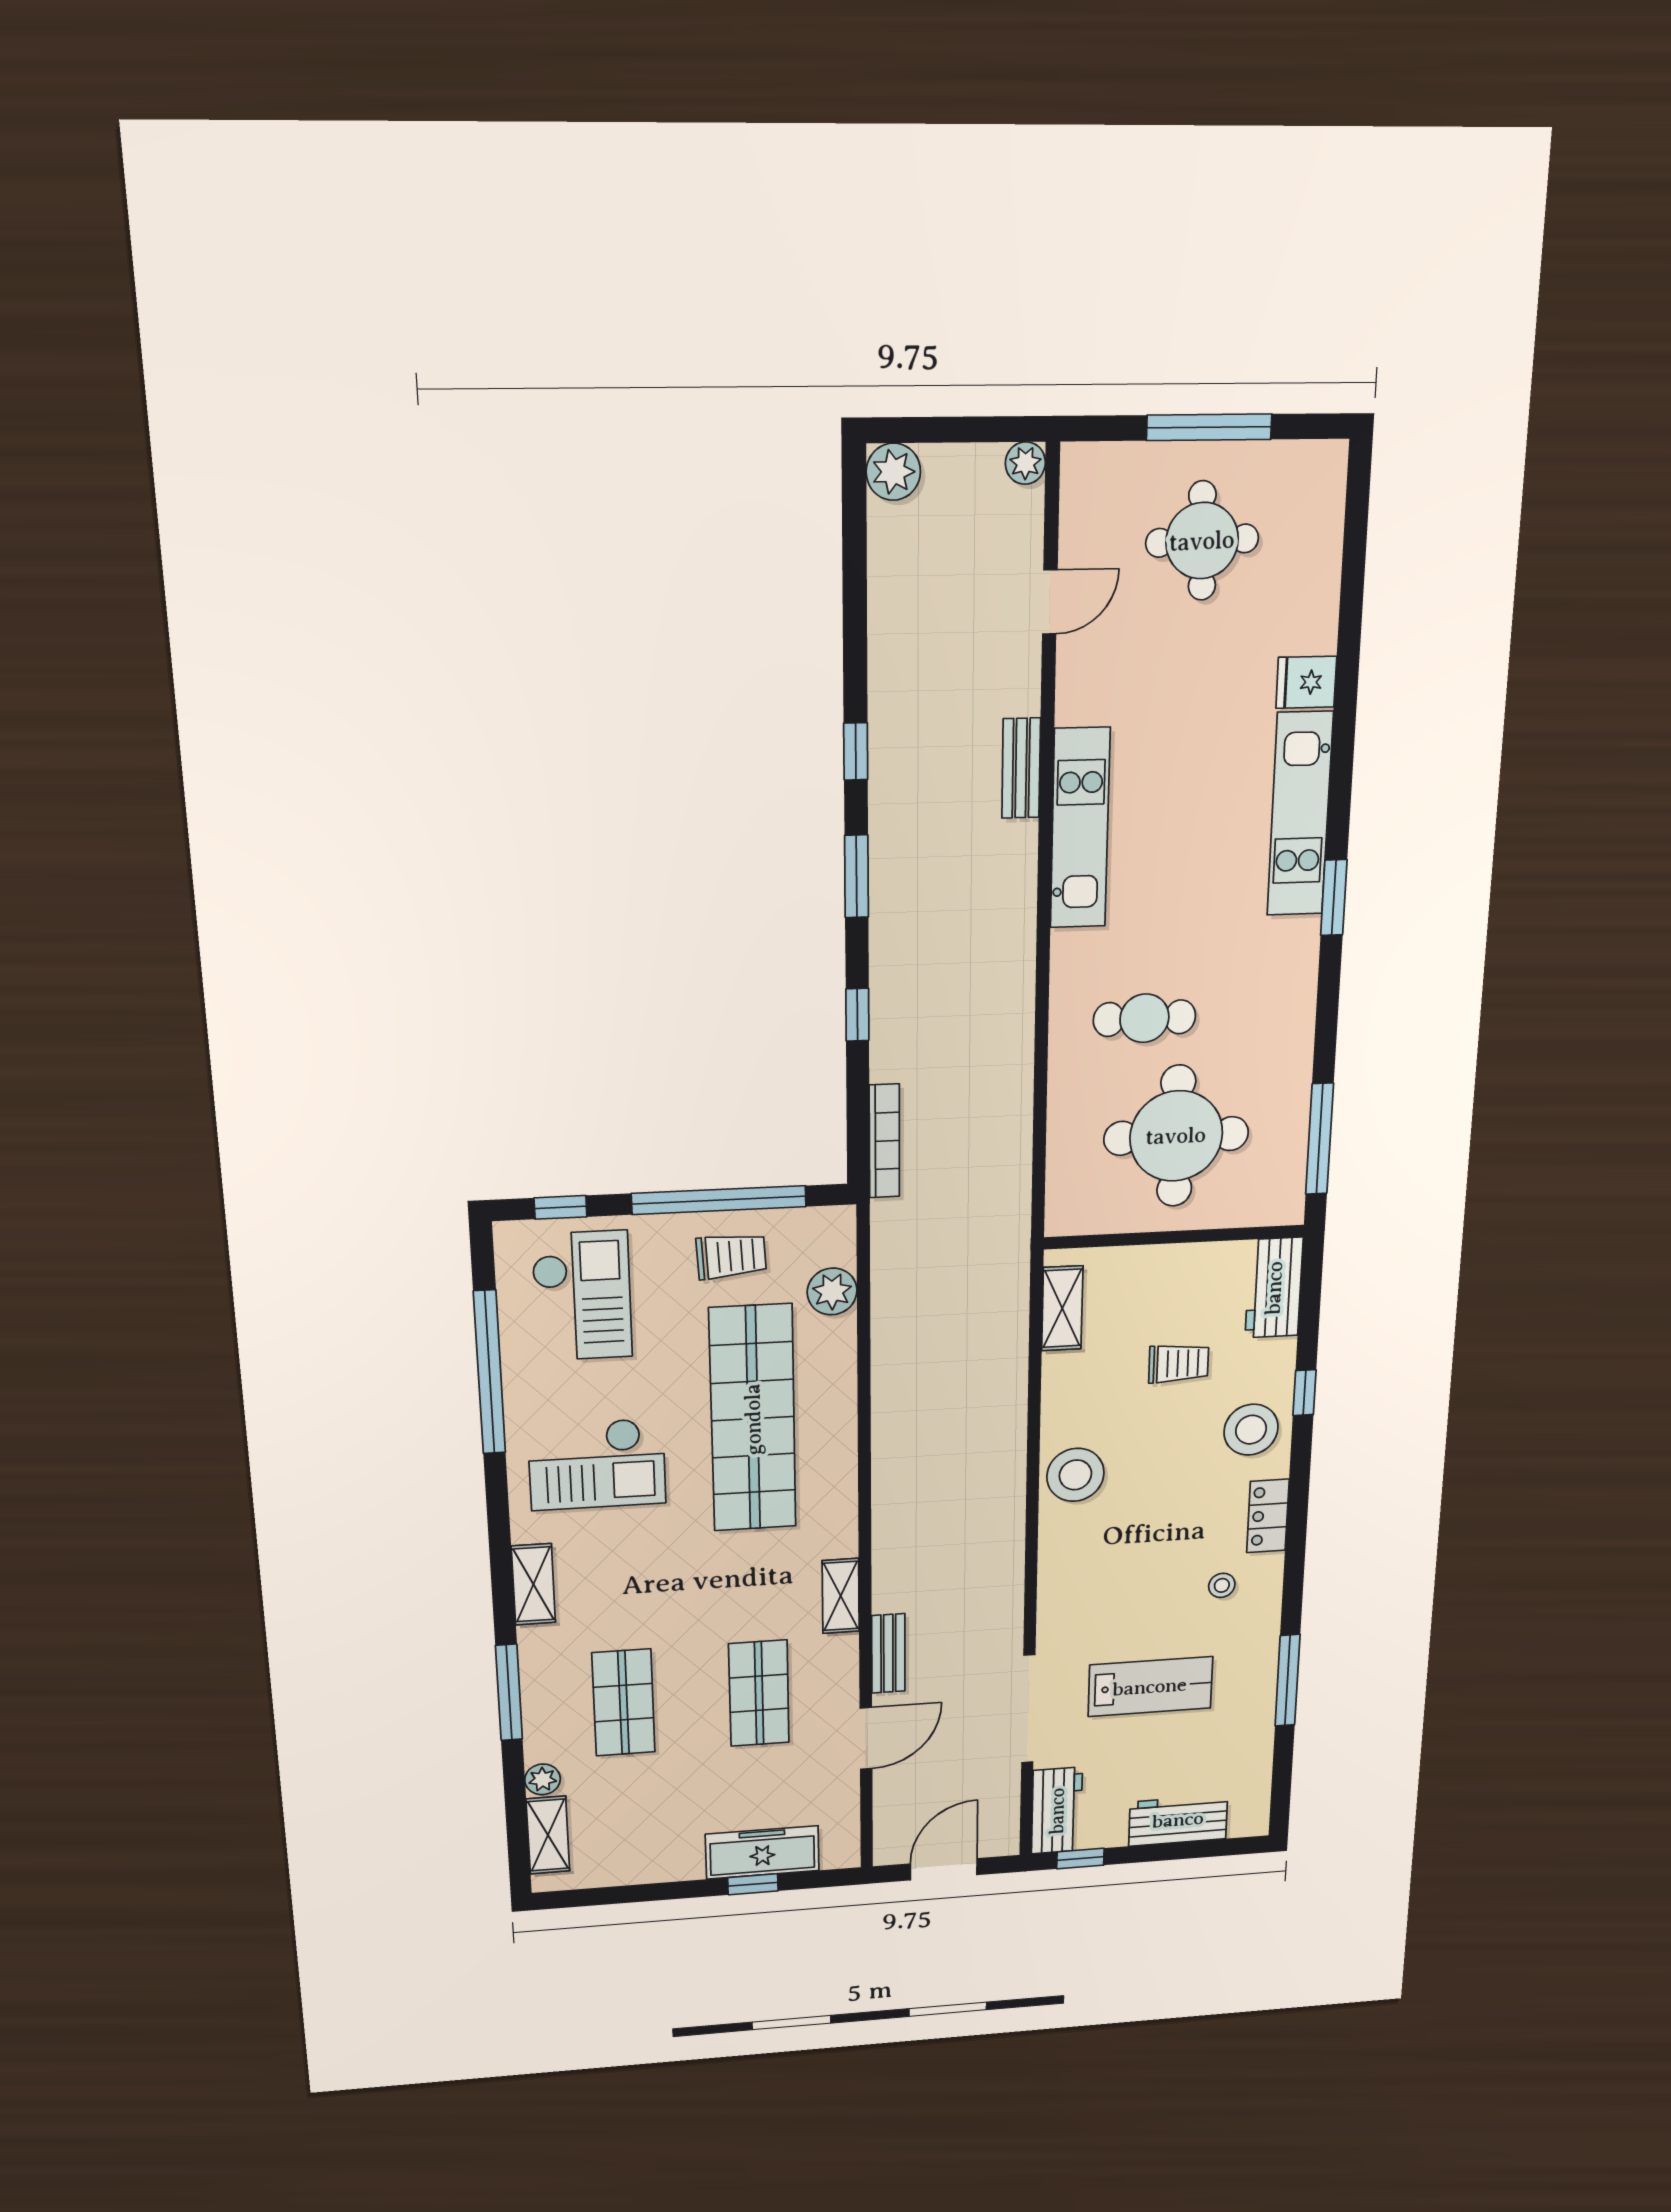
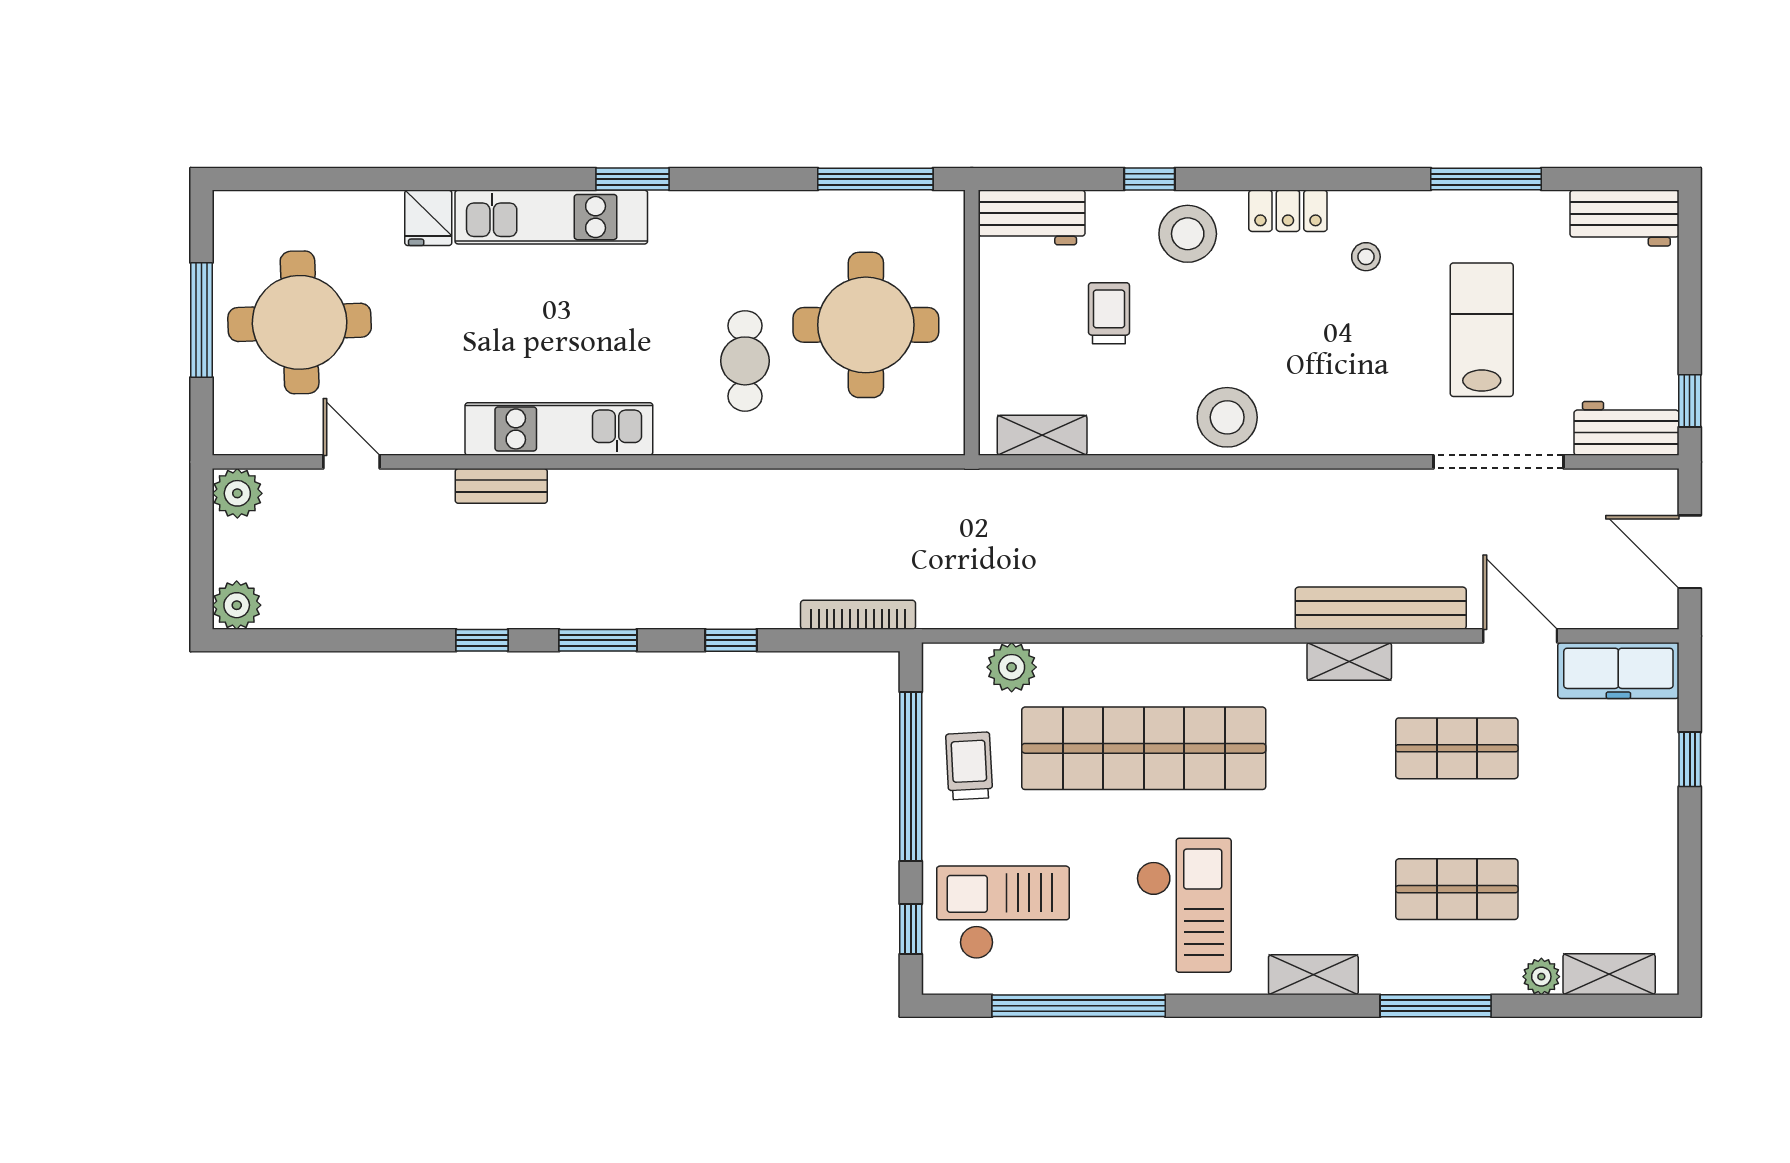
plant: (1025, 463) -> (237, 493), width x1.38, depth x1.38
round table: (1202, 541) -> (300, 322), width x1.36, depth x1.36
bench: (888, 1653) -> (1381, 608), width x1.86, depth x1.21
workbench: (1178, 1820) -> (1625, 218), moved, turned -90
freezer: (762, 1852) -> (1618, 671), moved, turned -90

